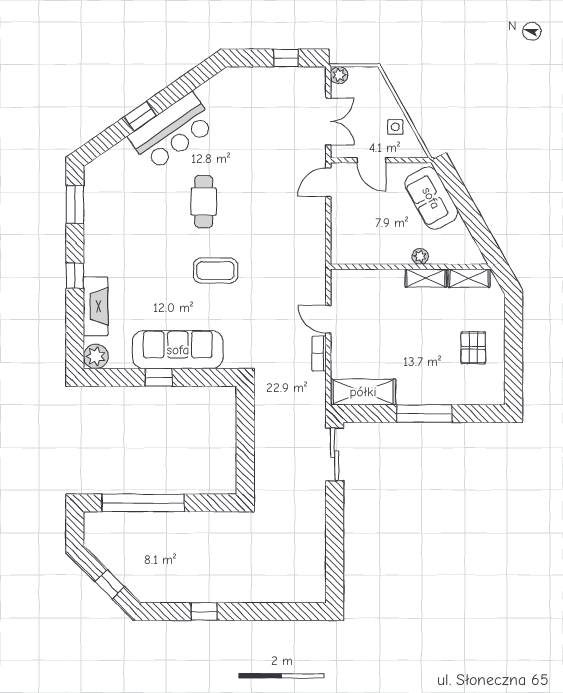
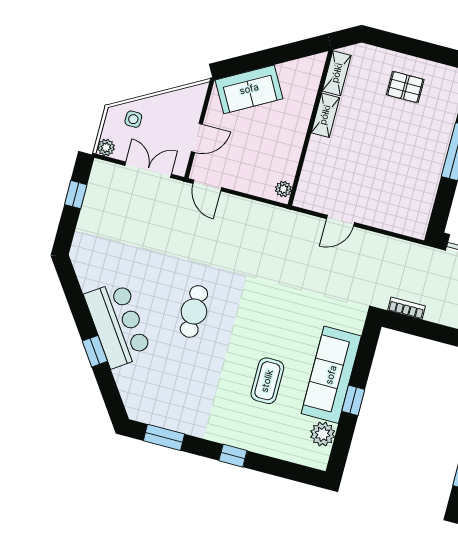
side table: (395, 127) -> (133, 119), moved
cafe table: (204, 201) -> (194, 311), turned 90
plant: (420, 256) -> (283, 189), moved
coffee table: (216, 271) -> (267, 381), moved
fireplace: (96, 306) -> (268, 443), removed
bookcase: (319, 354) -> (407, 308), moved, turned 180
plant: (96, 356) -> (323, 434), moved
shelving: (363, 392) -> (420, 206), removed

